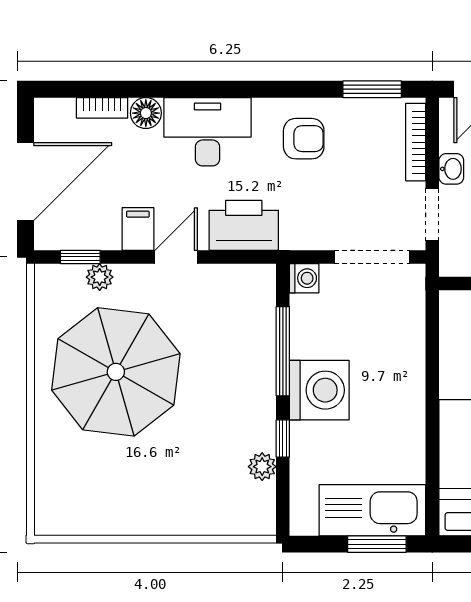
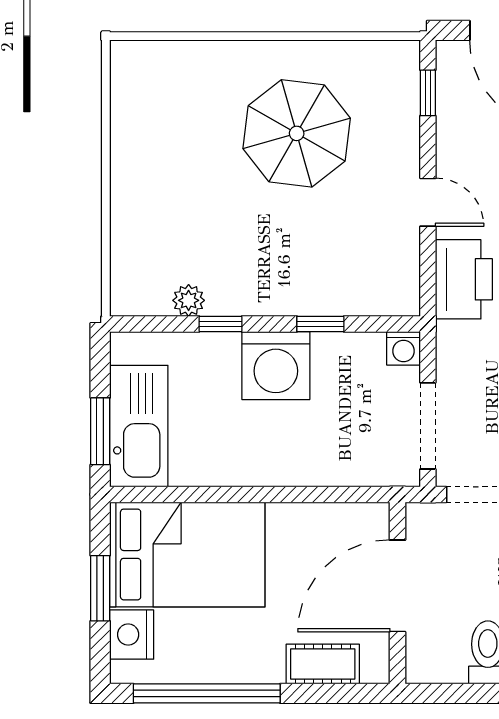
filing cabinet: (138, 229) -> (460, 159), removed
plant: (100, 277) -> (405, 115), removed
window: (283, 351) -> (320, 324), width x0.46
parasol: (116, 372) -> (297, 133), width x0.73, depth x0.73

